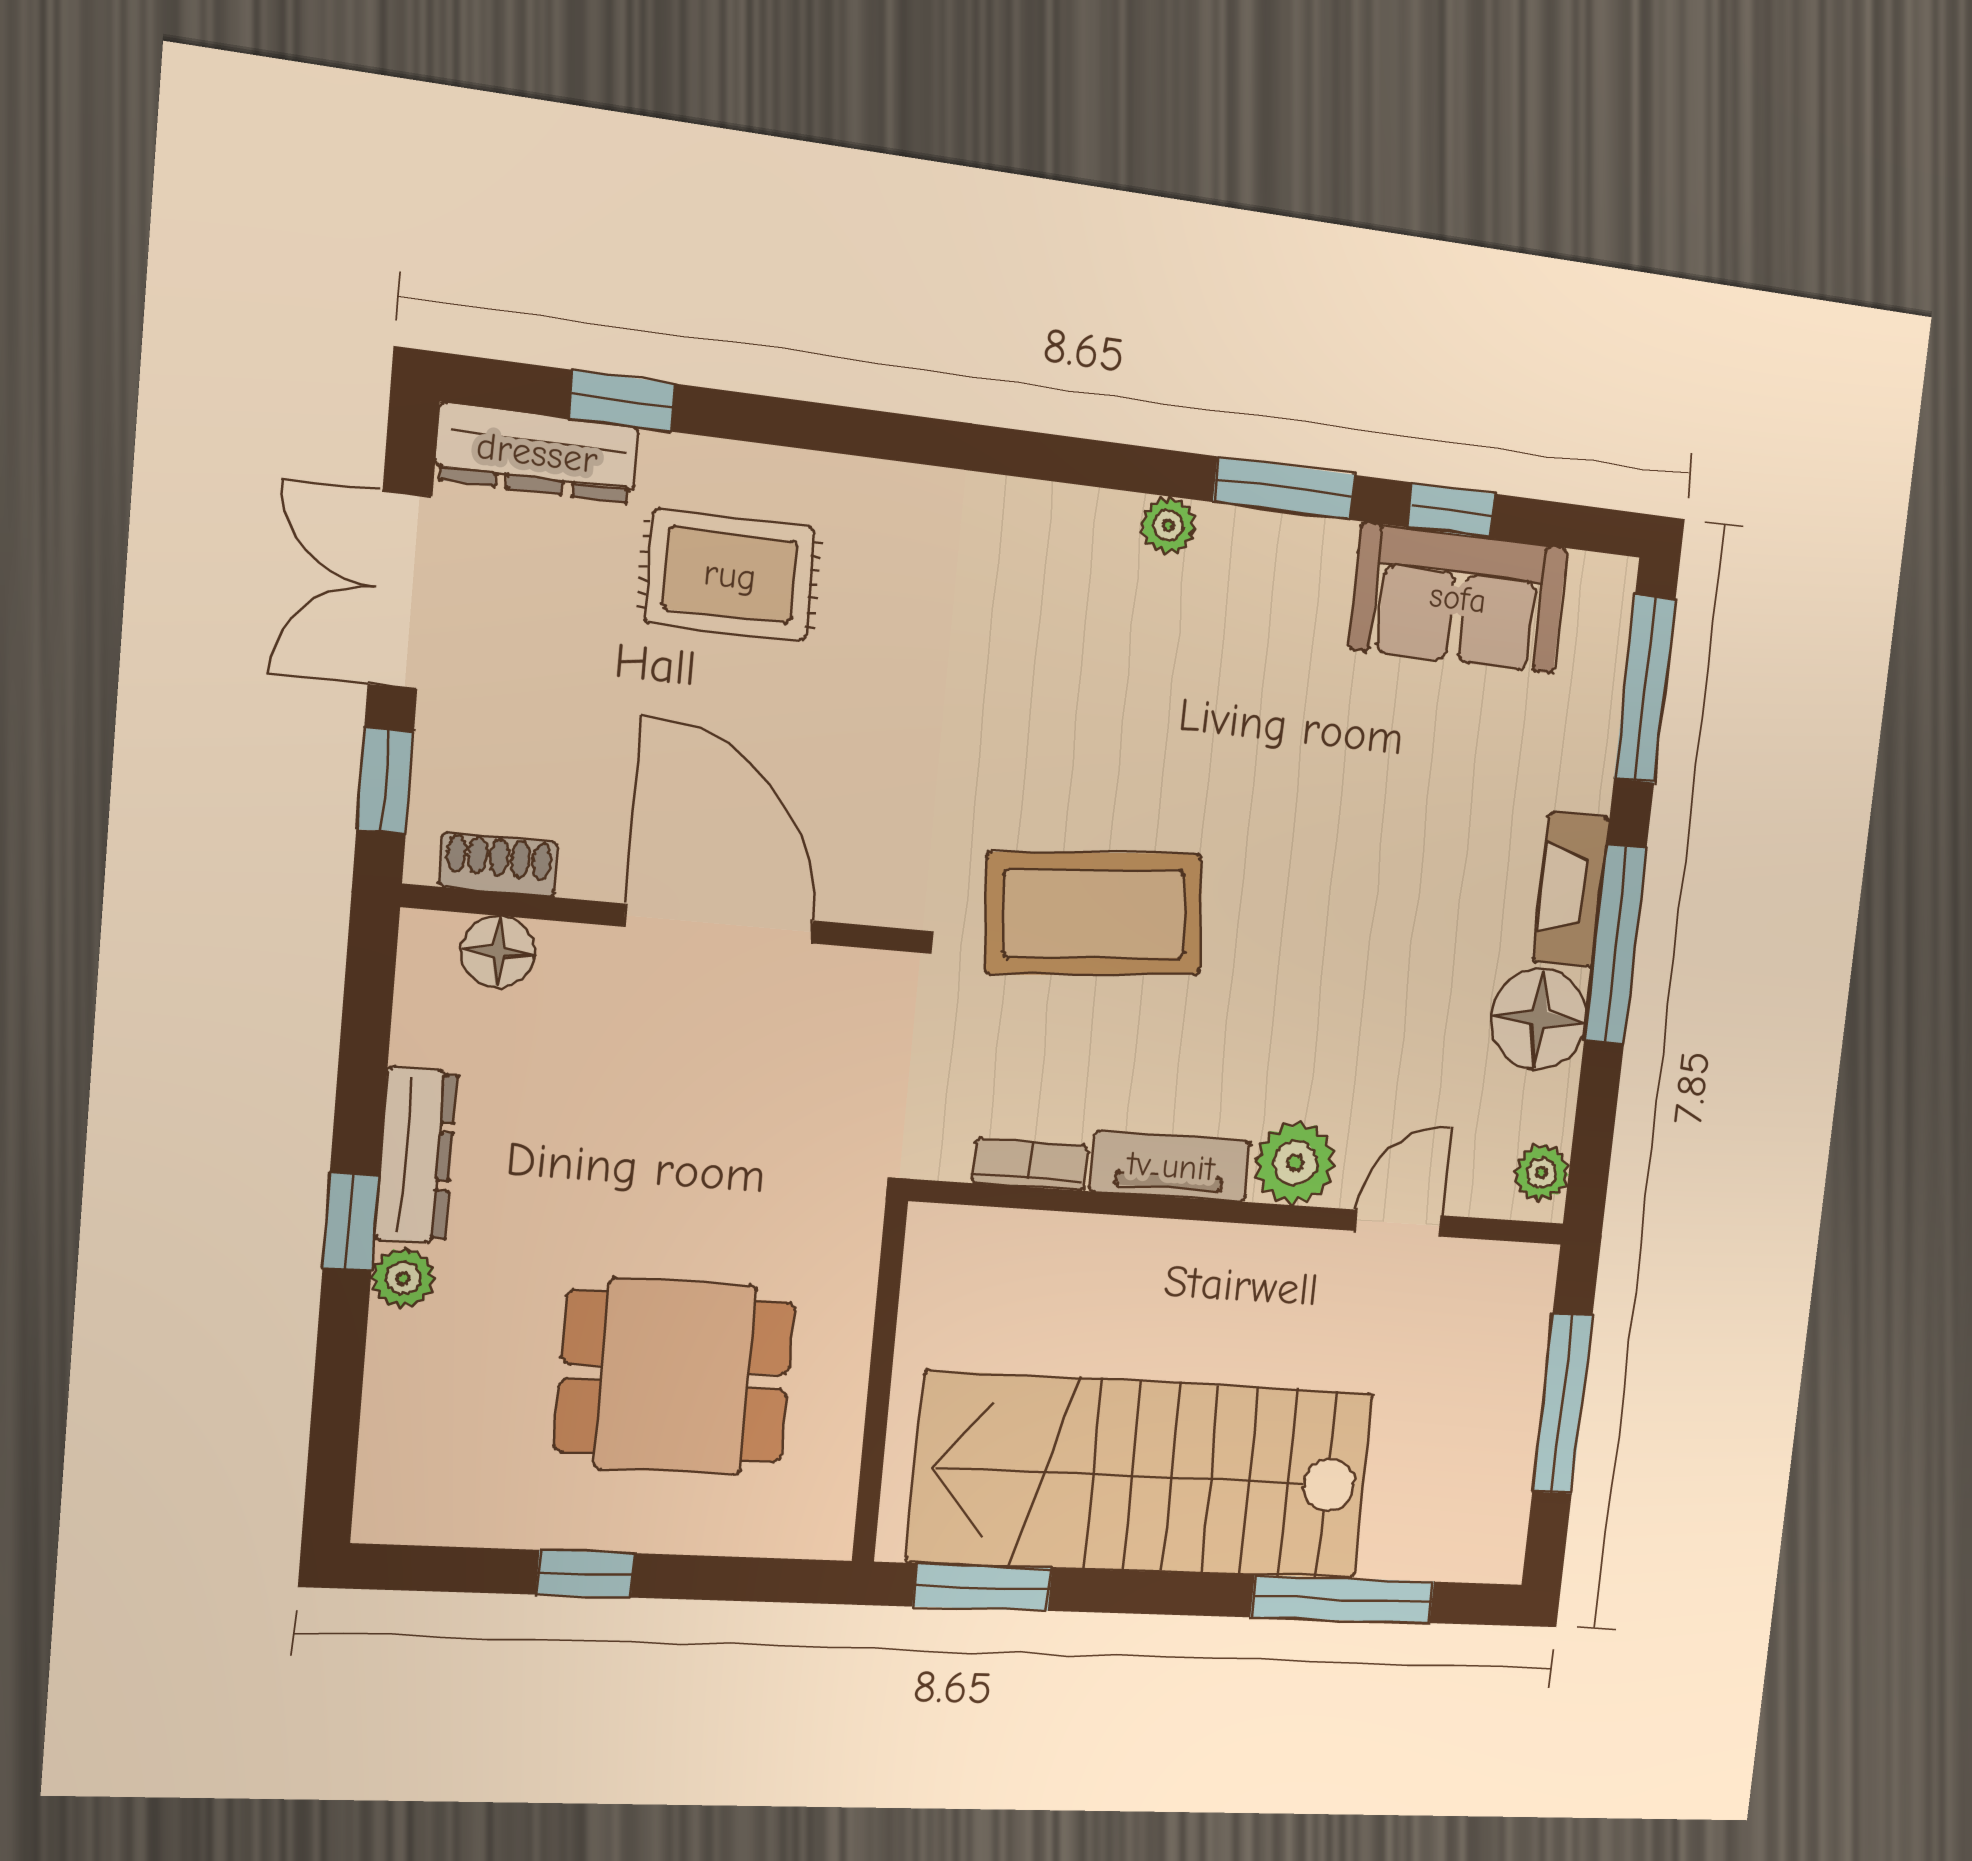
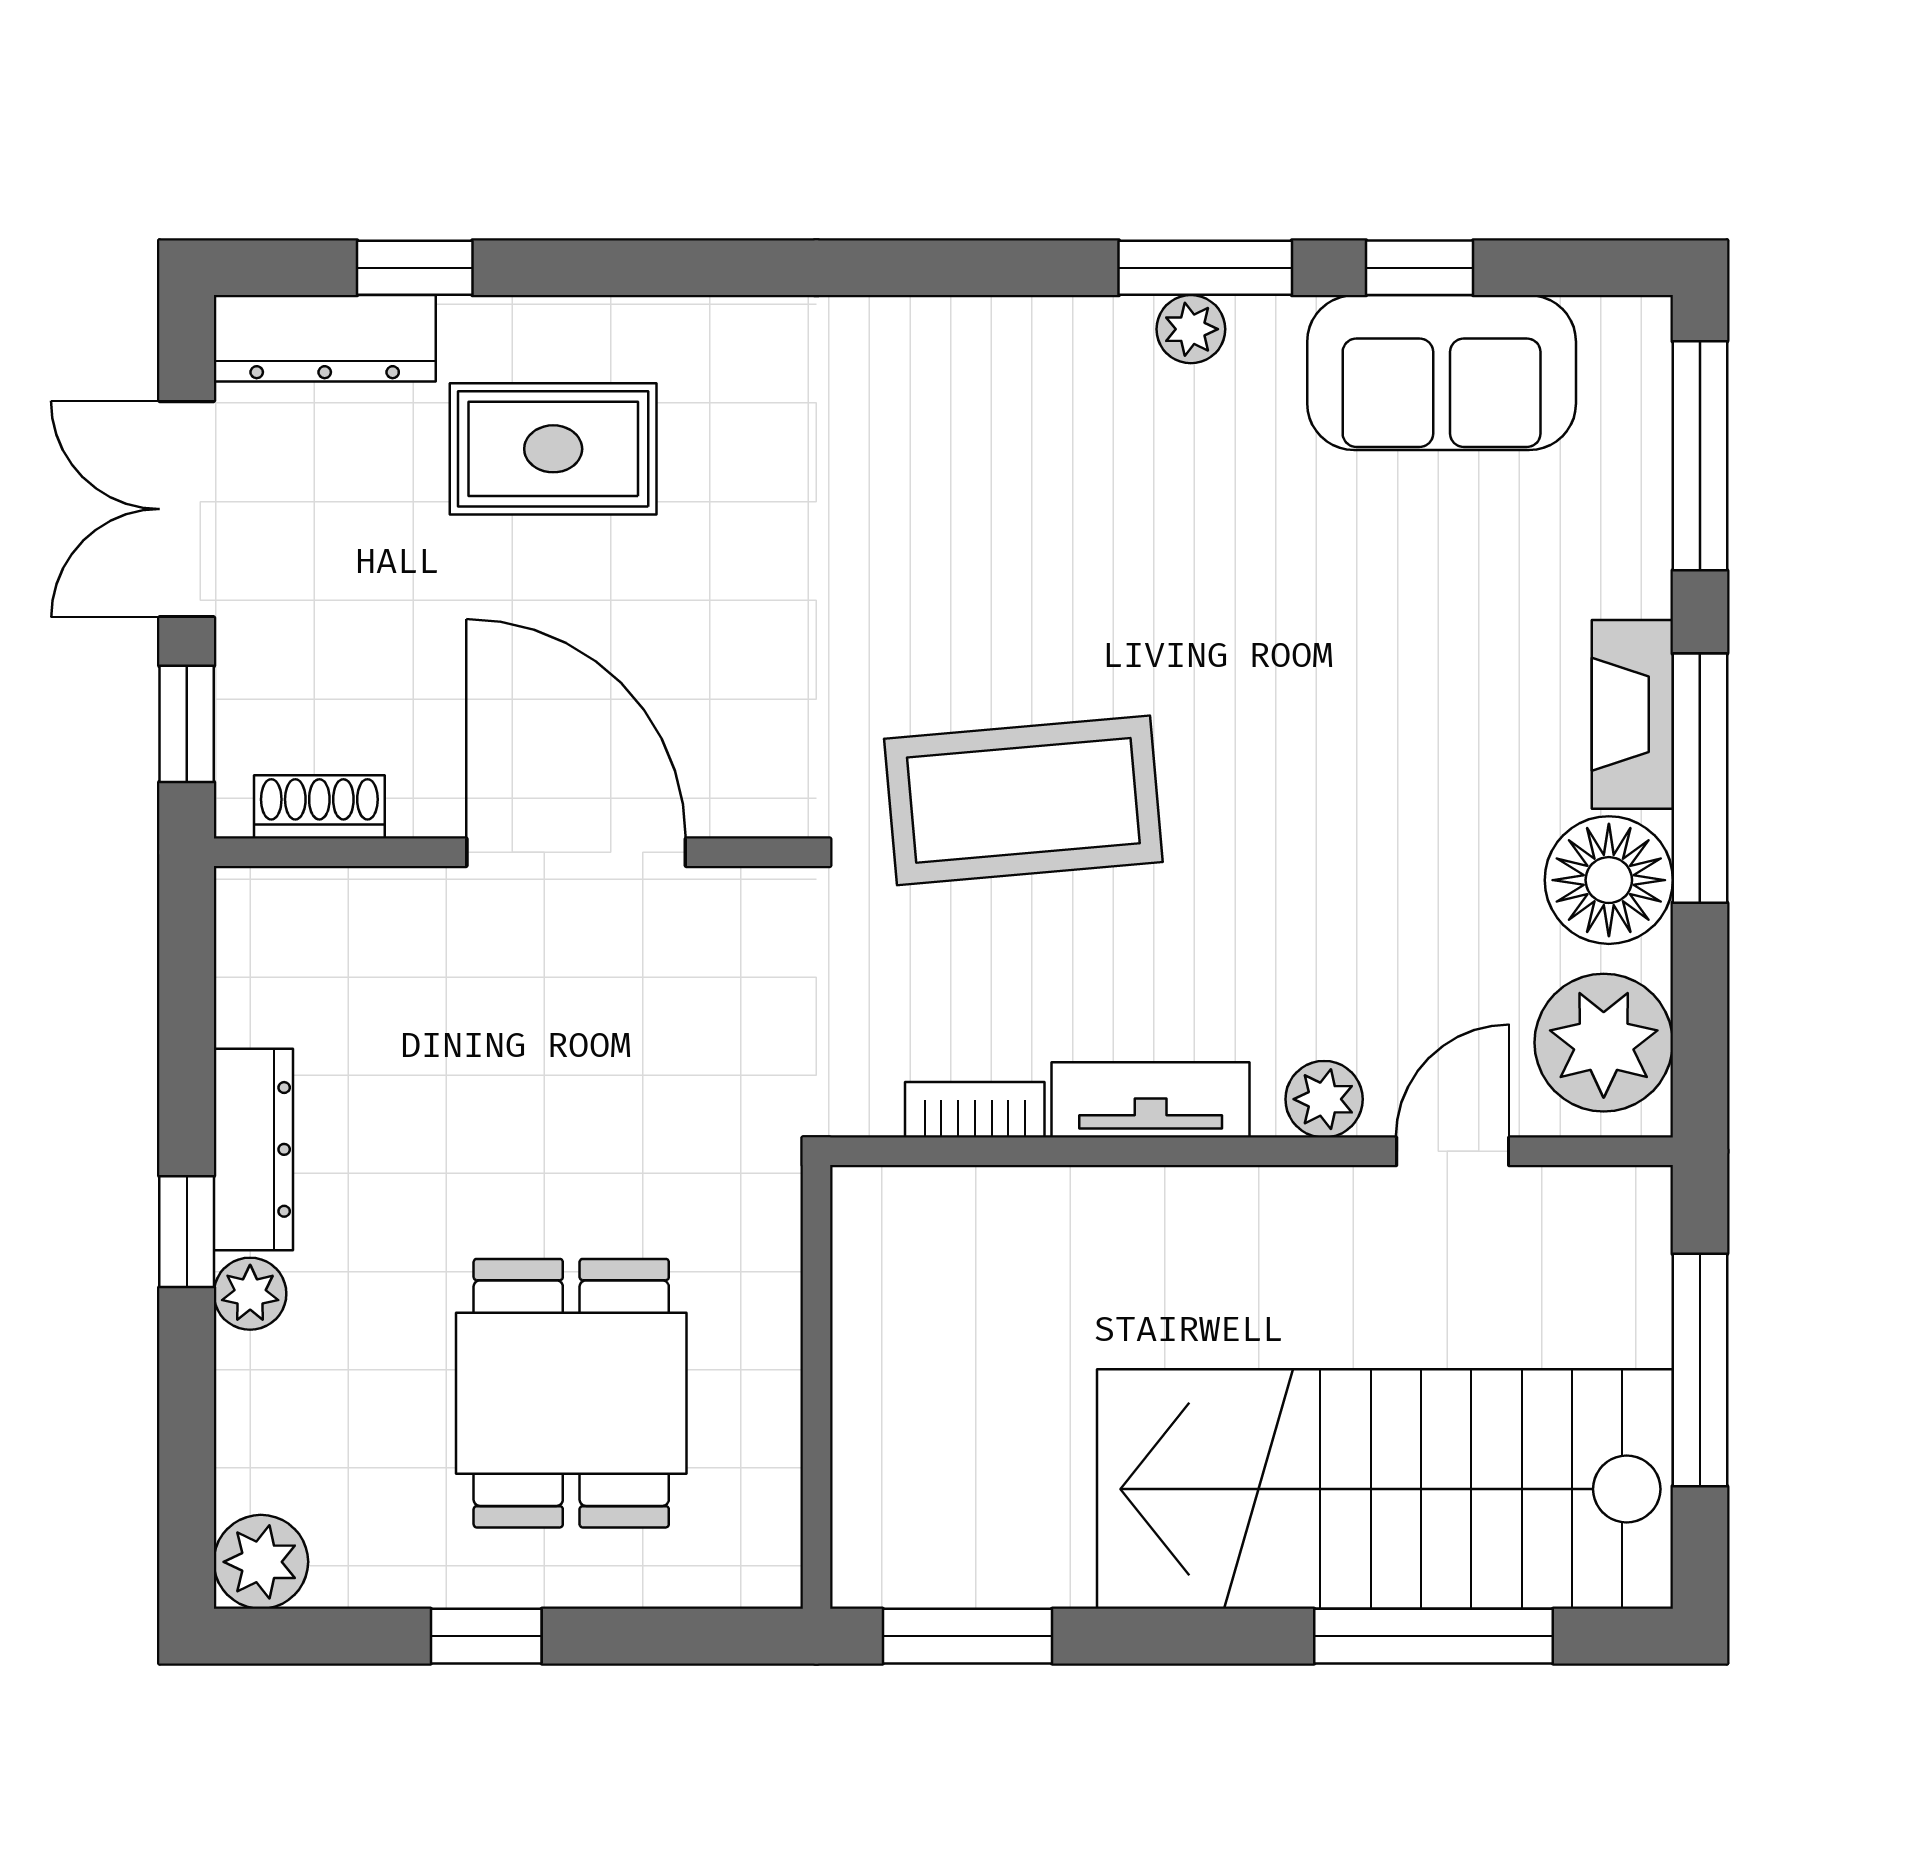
plant: (1168, 525) -> (1191, 329), moved
floor lamp: (498, 952) -> (327, 907), removed
plant: (1295, 1163) -> (1324, 1099), width x0.73, depth x0.73
plant: (1542, 1173) -> (1604, 1043), width x1.87, depth x1.87
dining table: (675, 1377) -> (571, 1393), turned 90
stairs: (1144, 1477) -> (1385, 1489), moved
plant: (395, 1505) -> (261, 1562), added

